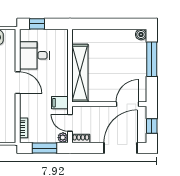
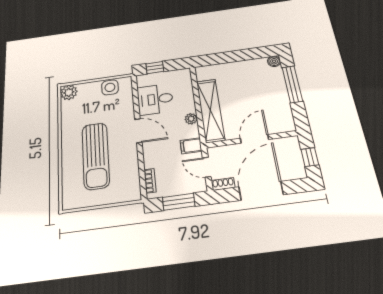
door: (127, 104) -> (255, 139), moved
plant: (63, 138) -> (191, 119), moved
door: (121, 148) -> (261, 191), moved

